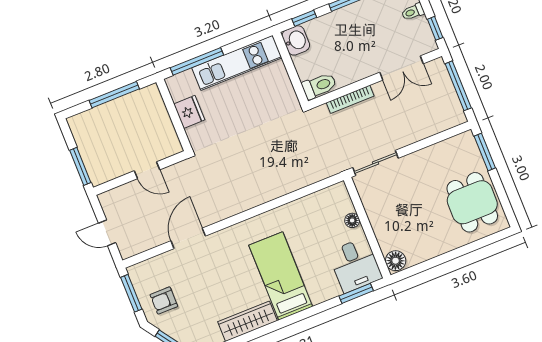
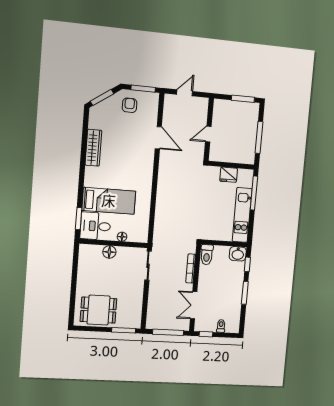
window: (80, 166) -> (243, 99), moved
floor lamp: (396, 261) -> (109, 252), moved
bed: (281, 276) -> (109, 201), moved

